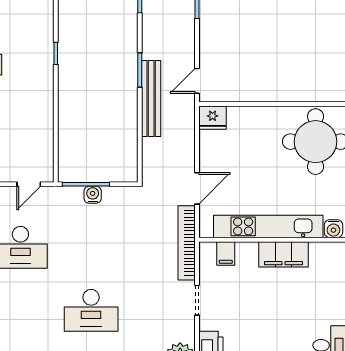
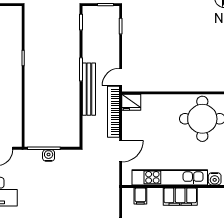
bookcase: (187, 243) -> (113, 112), moved

